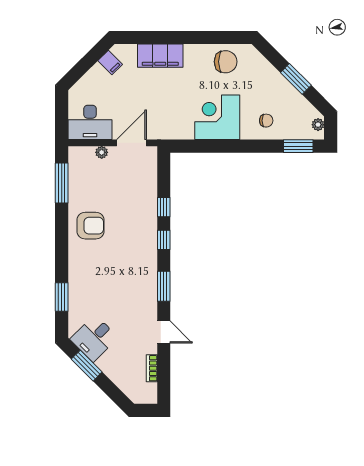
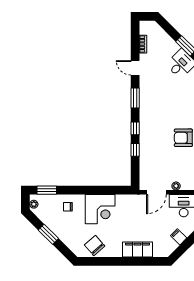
chair: (226, 62) -> (95, 245), turned 49
filing cabinet: (110, 63) -> (179, 237), moved

